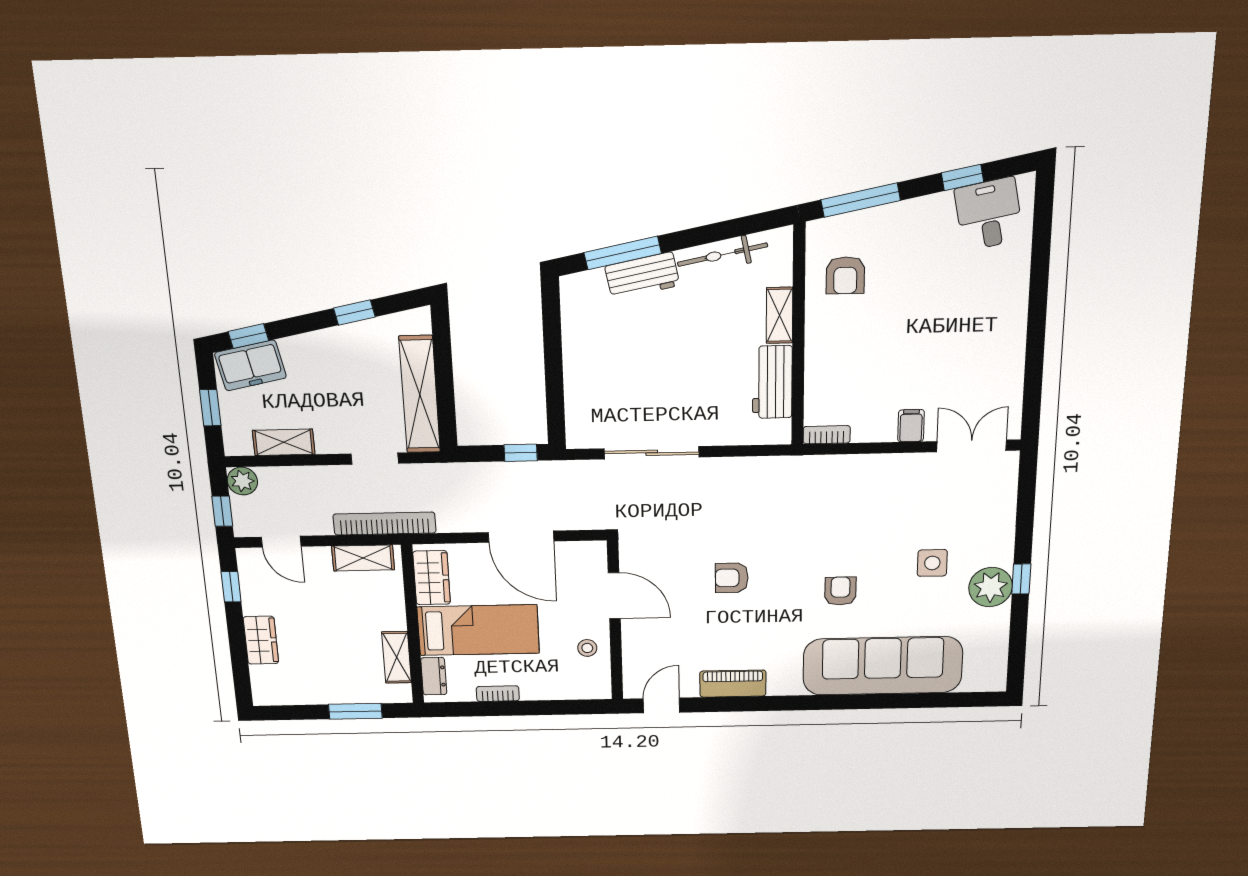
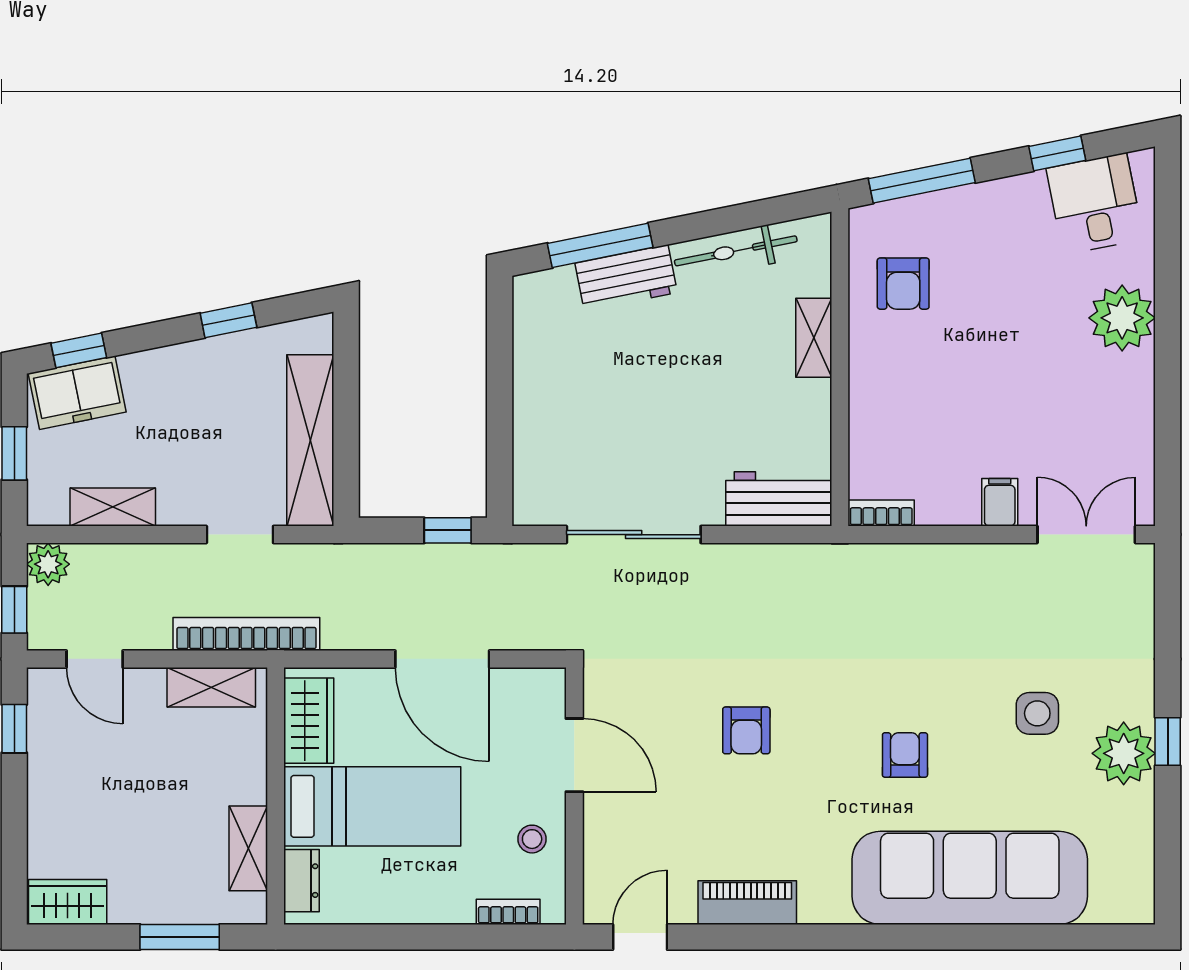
plant: (1005, 296) -> (1122, 318), added
workbench: (772, 382) -> (779, 499), moved, turned 90
armchair: (732, 578) -> (746, 730), turned -90
wardrobe: (261, 640) -> (68, 902), moved, turned -90
bookcase: (498, 694) -> (508, 912), moved

